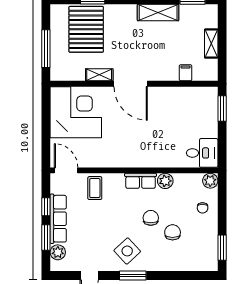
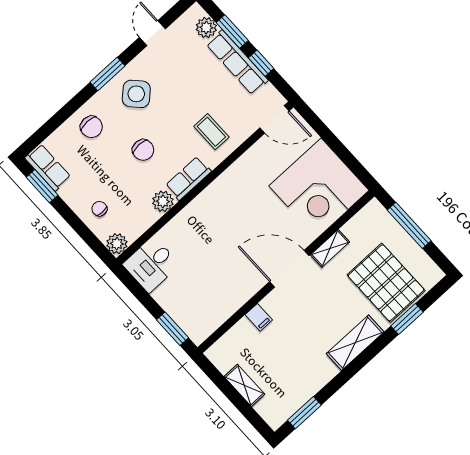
shelving: (158, 12) -> (355, 343), moved
filing cabinet: (186, 73) -> (259, 317), moved
coffee table: (95, 188) -> (211, 132), moved
chair: (173, 232) -> (91, 127), moved
row of seats: (210, 255) -> (48, 167), added

